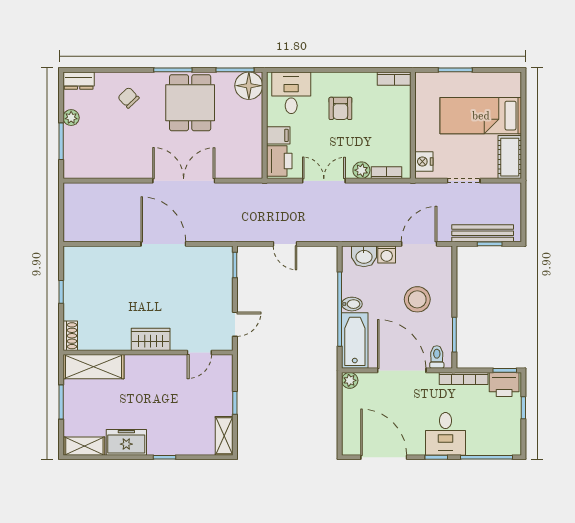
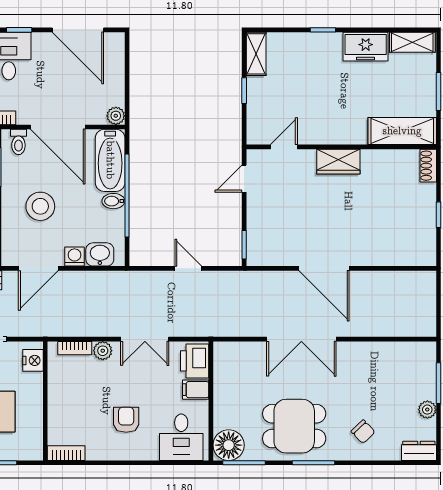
dining table: (190, 103) -> (294, 426), turned 90

